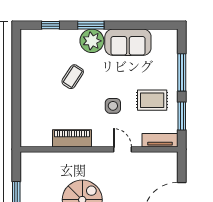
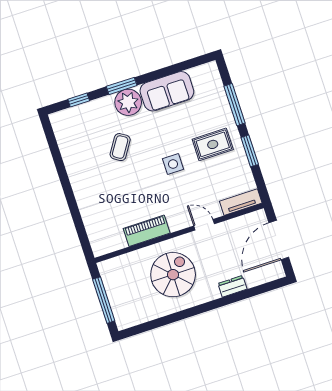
piano: (72, 138) -> (147, 231), moved
tv unit: (160, 140) -> (241, 202), moved
wall: (99, 149) -> (179, 233), moved
door: (122, 149) -> (204, 225), moved

